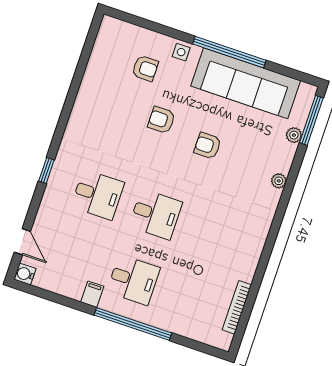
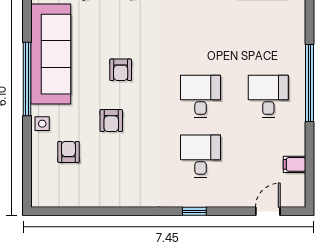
water cooler: (25, 274) -> (297, 199), removed
filing cabinet: (92, 294) -> (294, 164), moved

